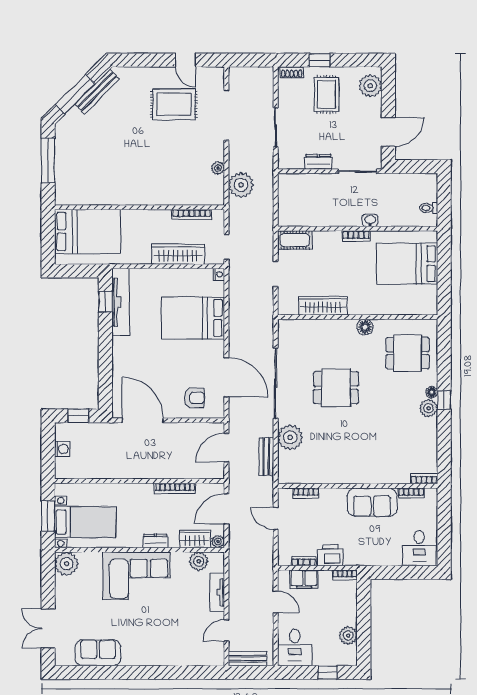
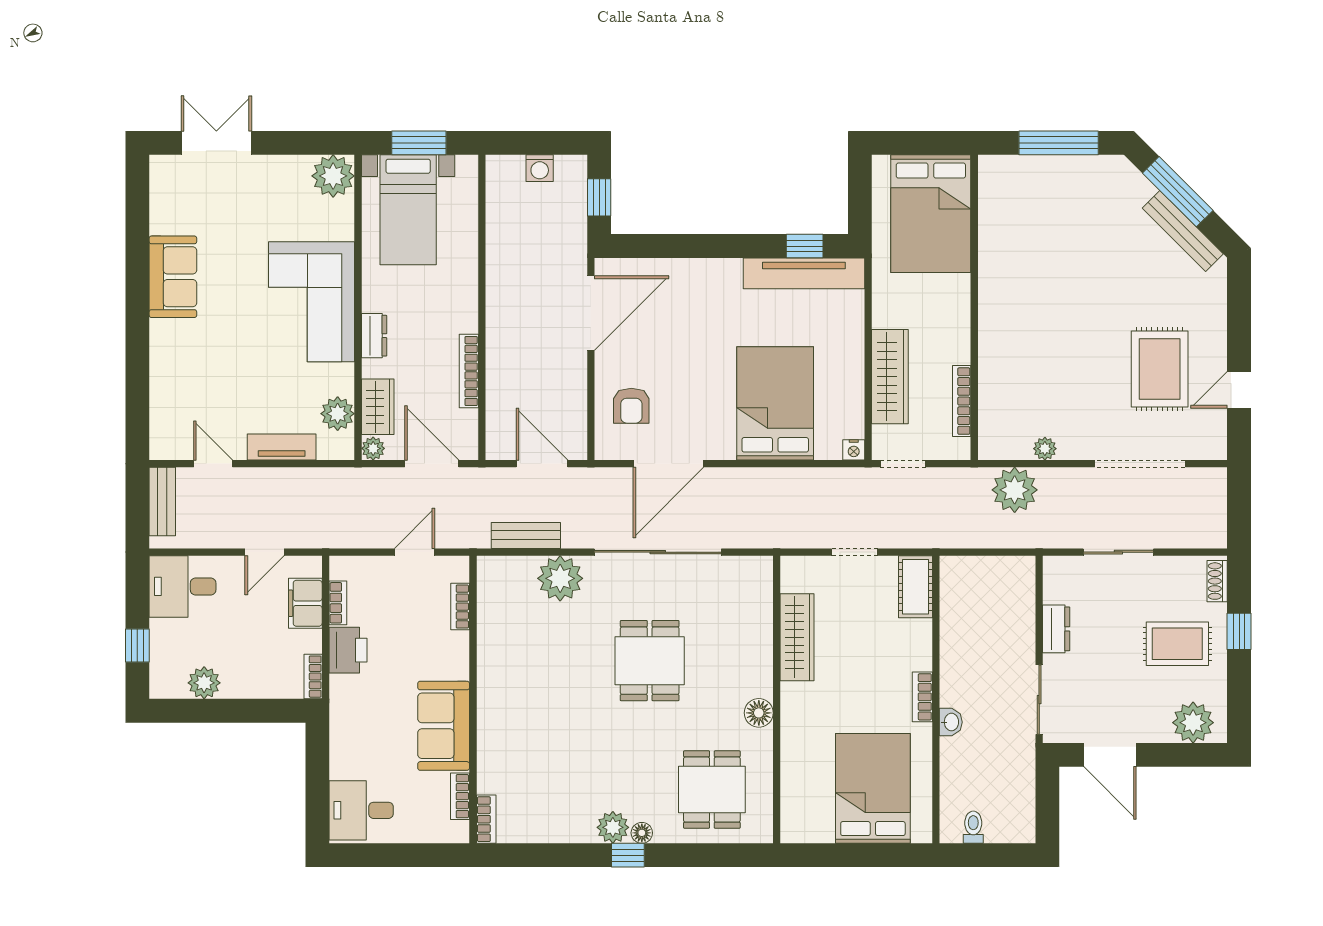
sofa: (98, 653) -> (173, 277), moved

